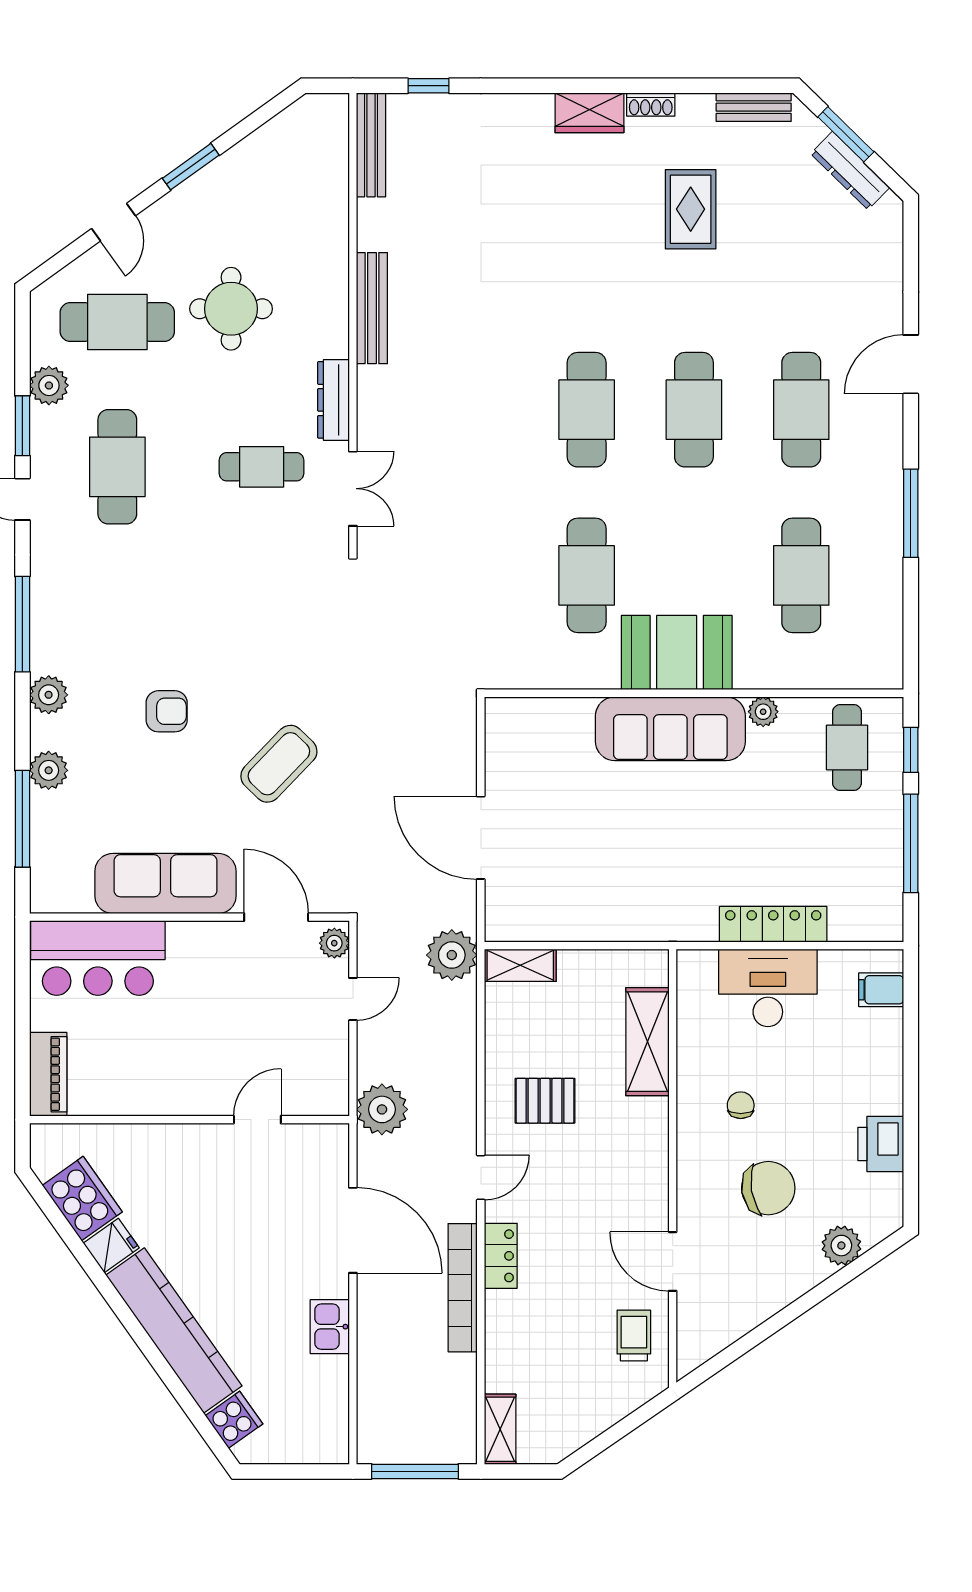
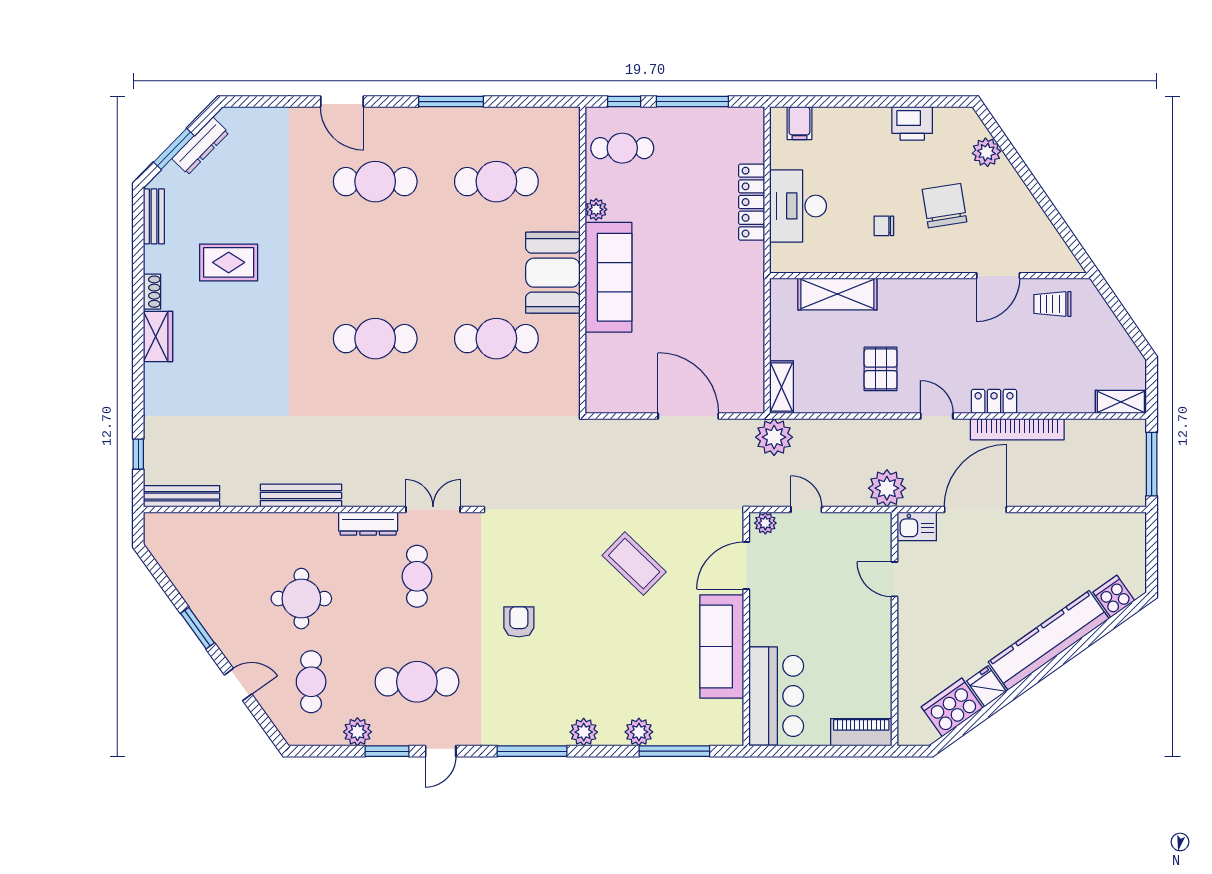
cafe table: (117, 322) -> (311, 682), width x0.73, depth x0.74
cafe table: (694, 410) -> (375, 260), removed
armchair: (167, 711) -> (519, 622), moved
door: (481, 838) -> (688, 416), swing flipped
kitchen sink: (330, 1327) -> (917, 526), moved

